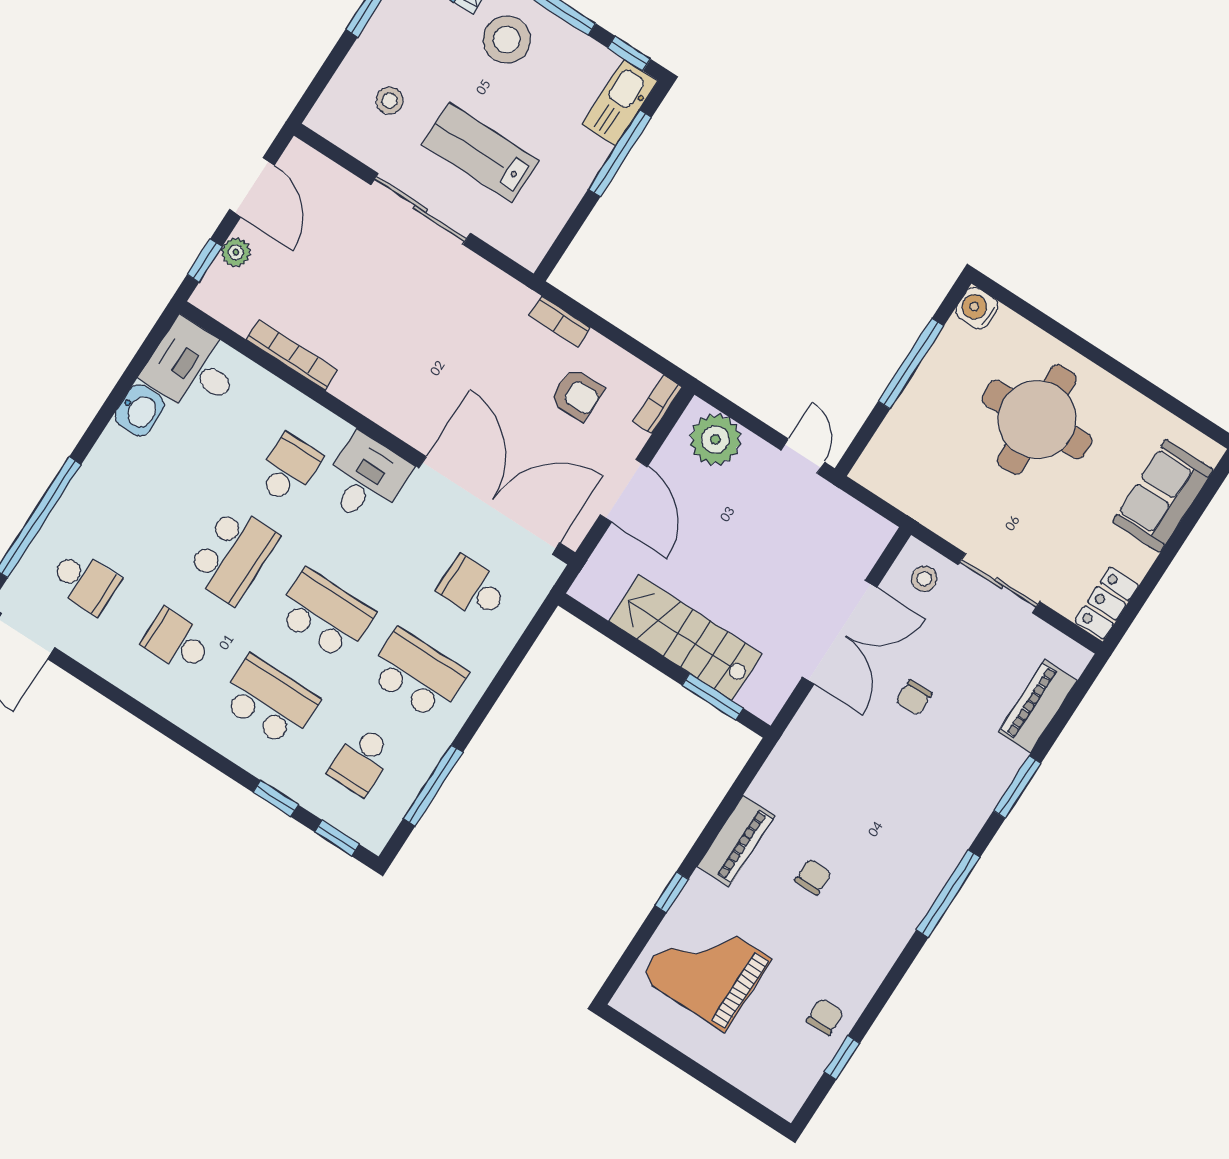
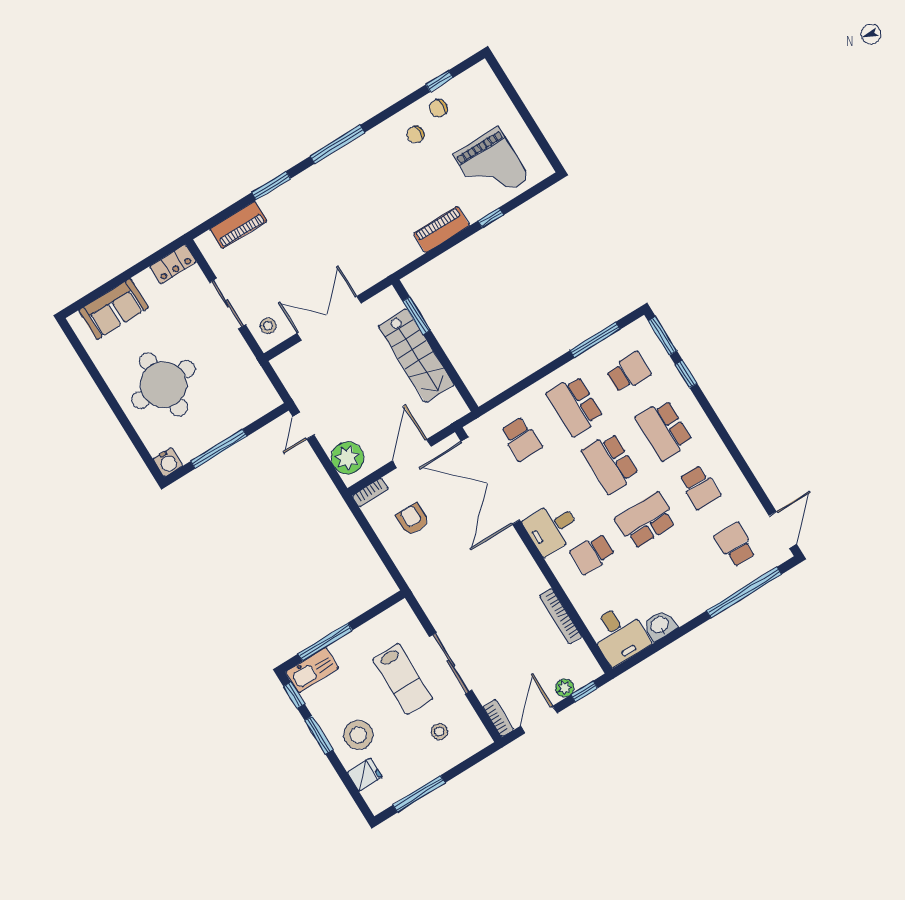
bookcase: (560, 321) -> (498, 718), moved
chair: (914, 697) -> (305, 262), removed
window: (337, 838) -> (663, 336), width x1.50
chair: (813, 877) -> (415, 135), moved

